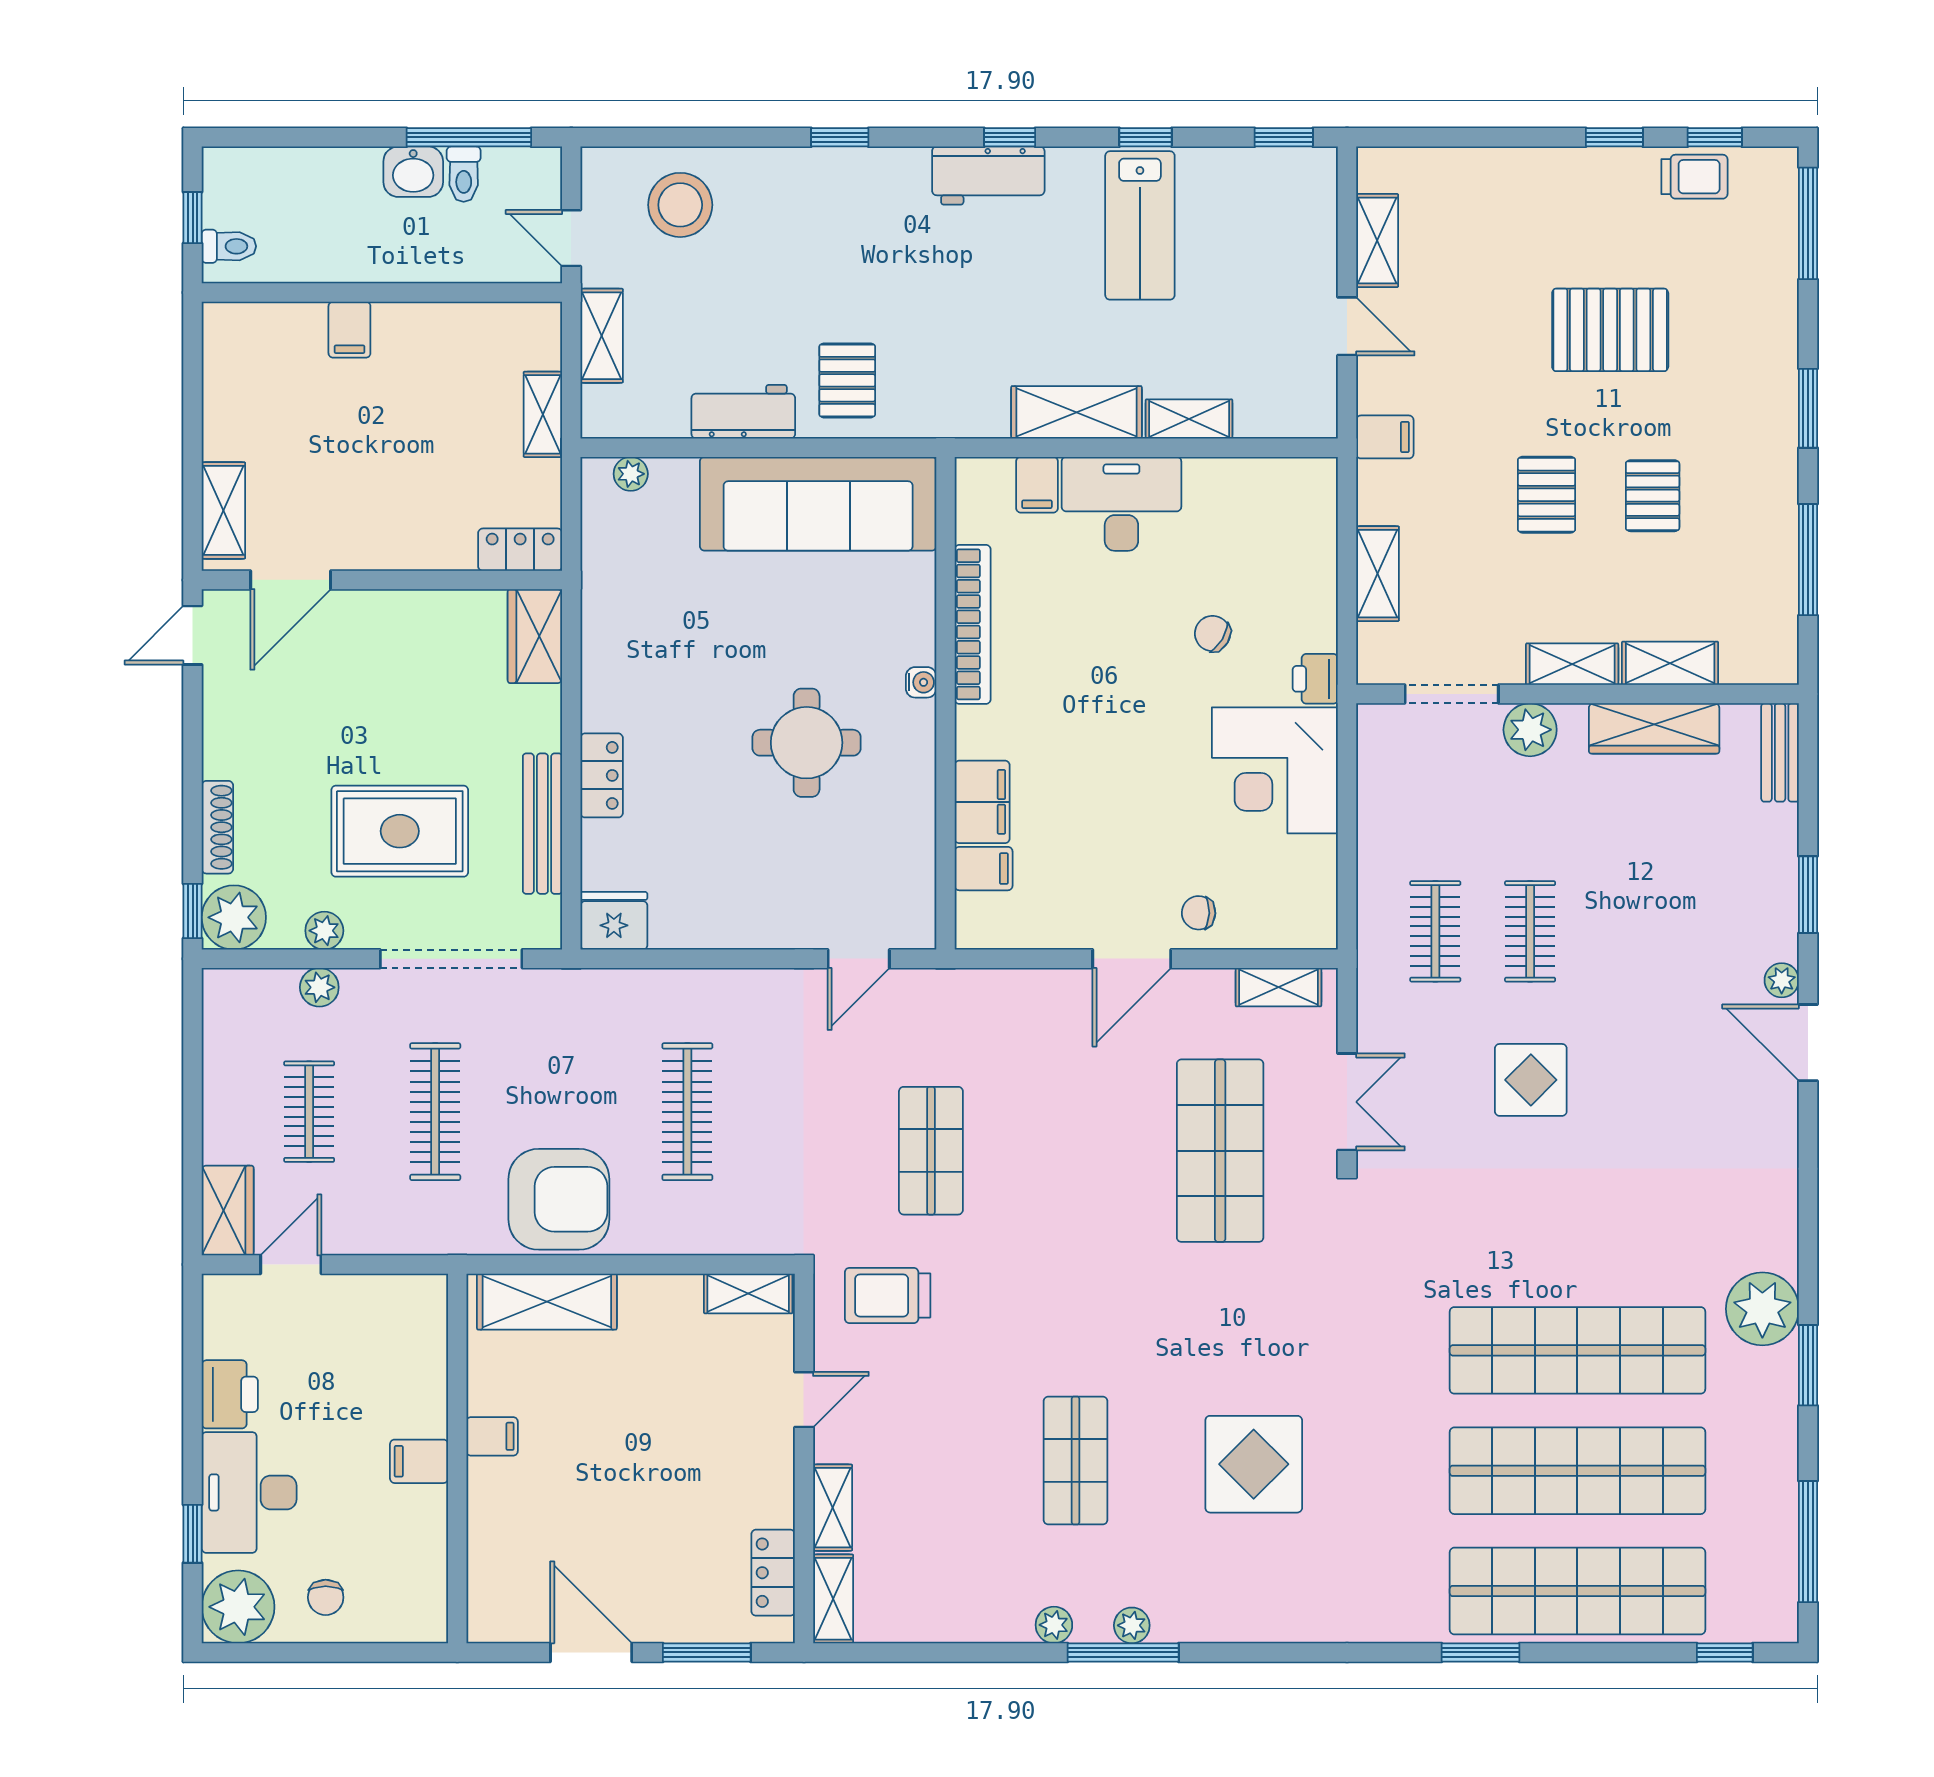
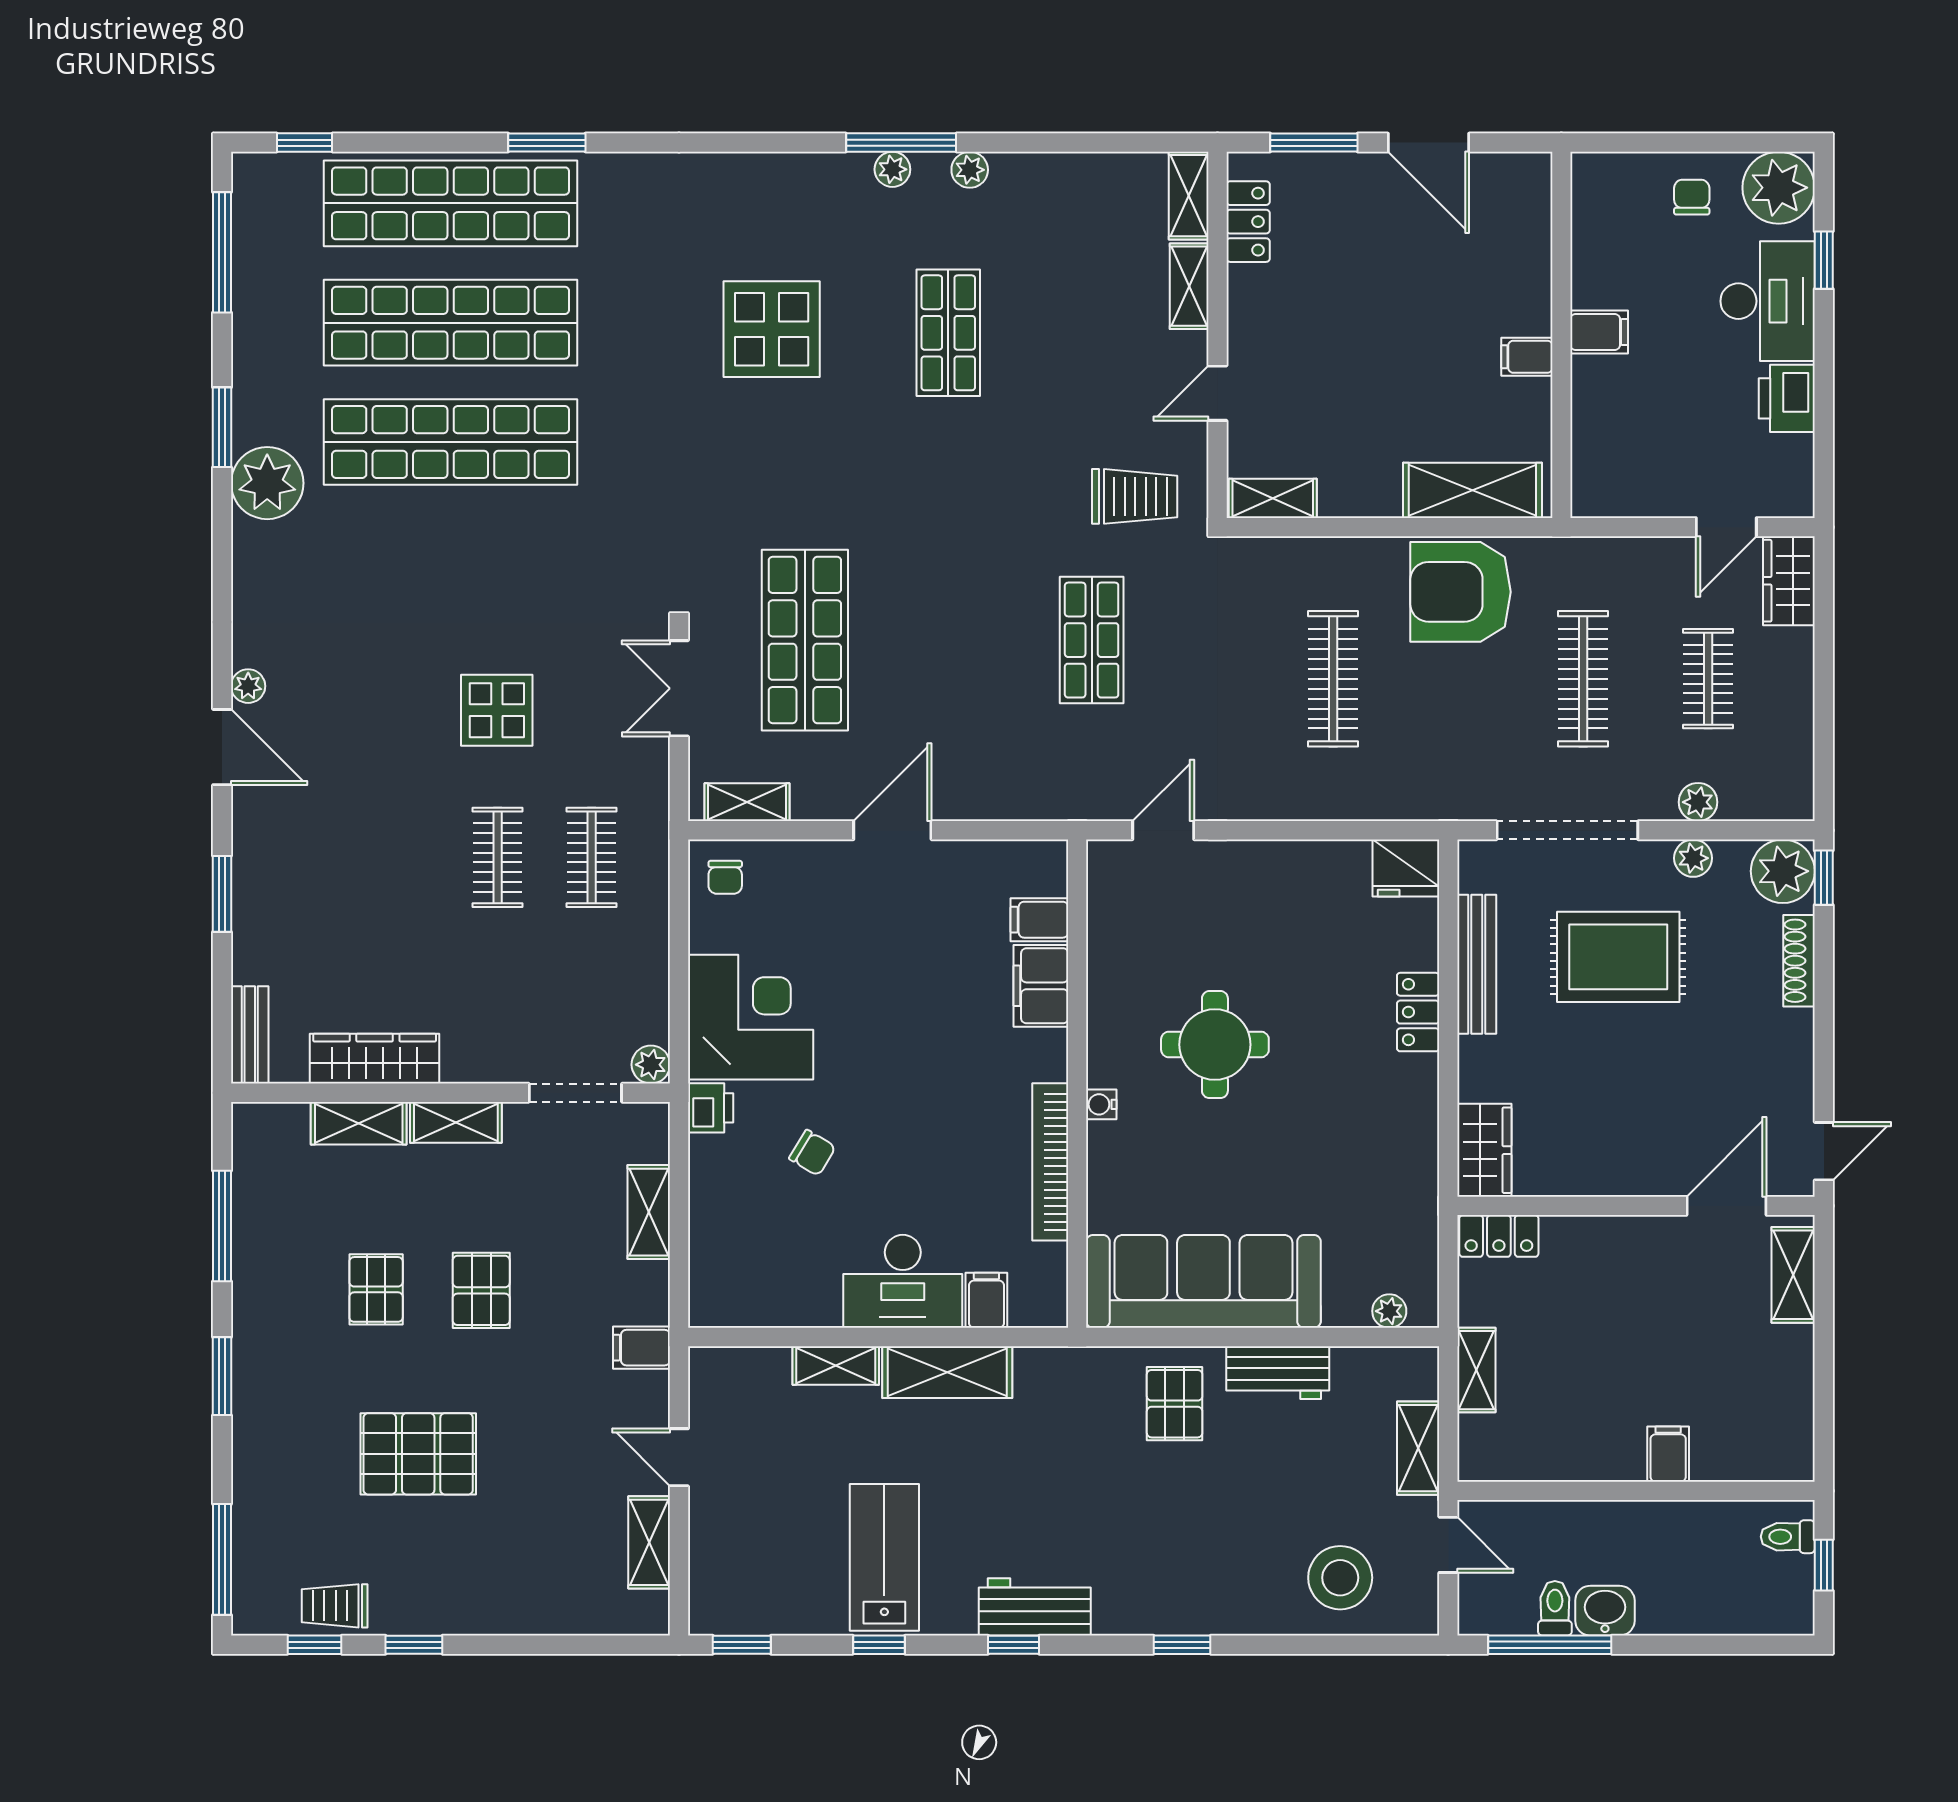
plant: (1530, 730) -> (651, 1065), moved, width x0.73, depth x0.73
chair: (1199, 913) -> (725, 877), moved, turned 88
plant: (1782, 980) -> (248, 686), moved

